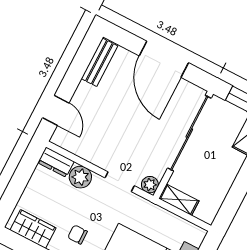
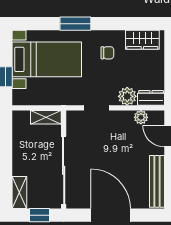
bench: (100, 62) -> (157, 181), width x1.36
plant: (150, 185) -> (141, 117), moved

